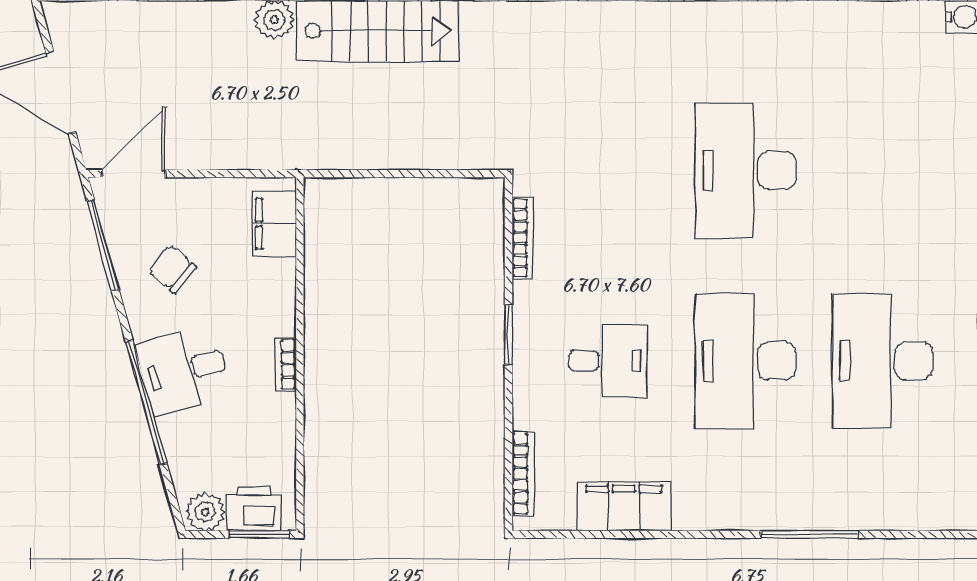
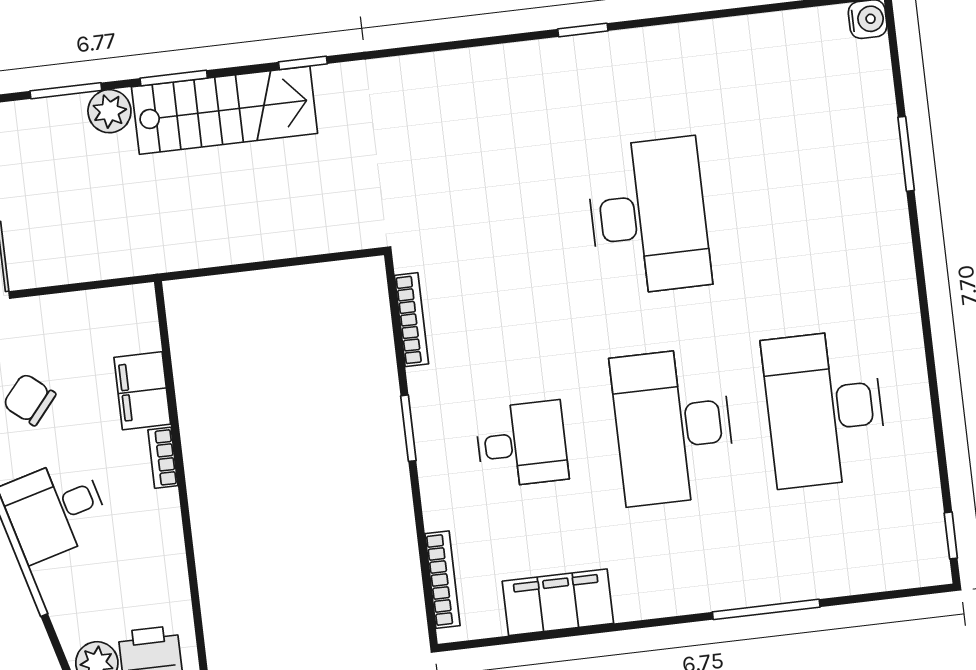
desk: (745, 170) -> (648, 216), turned 180
filing cabinet: (274, 224) -> (142, 391), moved
bookcase: (286, 364) -> (163, 458), moved

